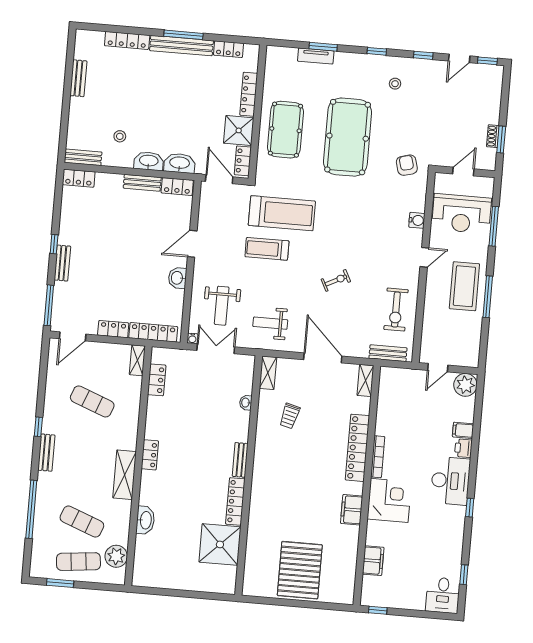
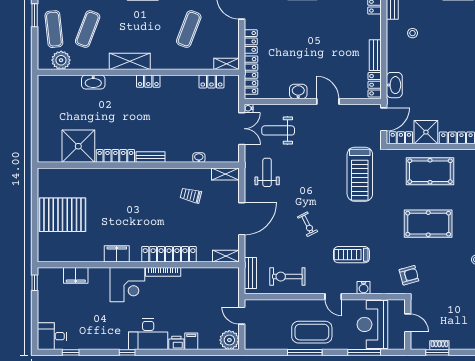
pool table: (348, 137) -> (428, 224), width x0.73, depth x0.76
washbasin: (149, 161) -> (394, 59), removed
treadmill: (267, 249) -> (351, 255), moved, turned -90

